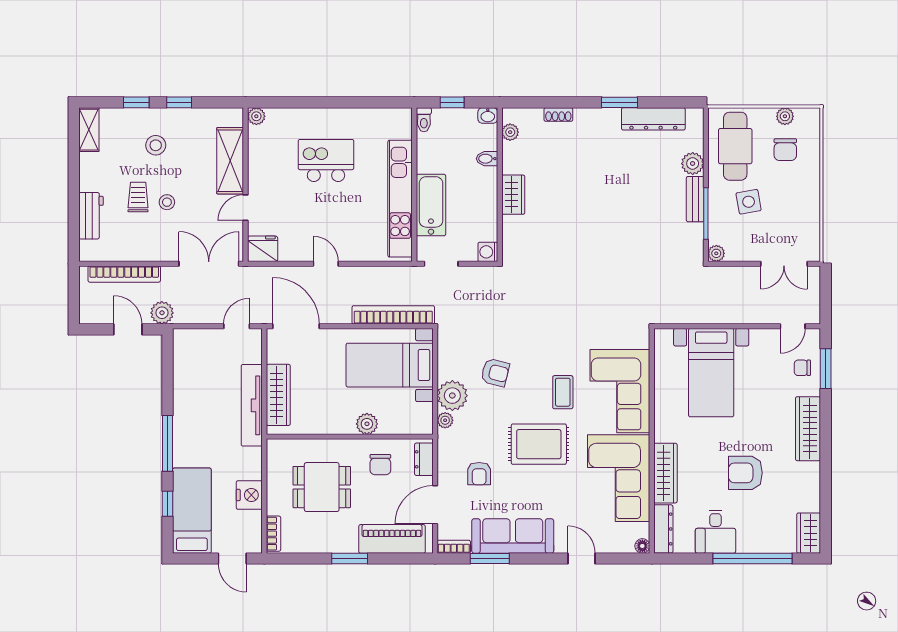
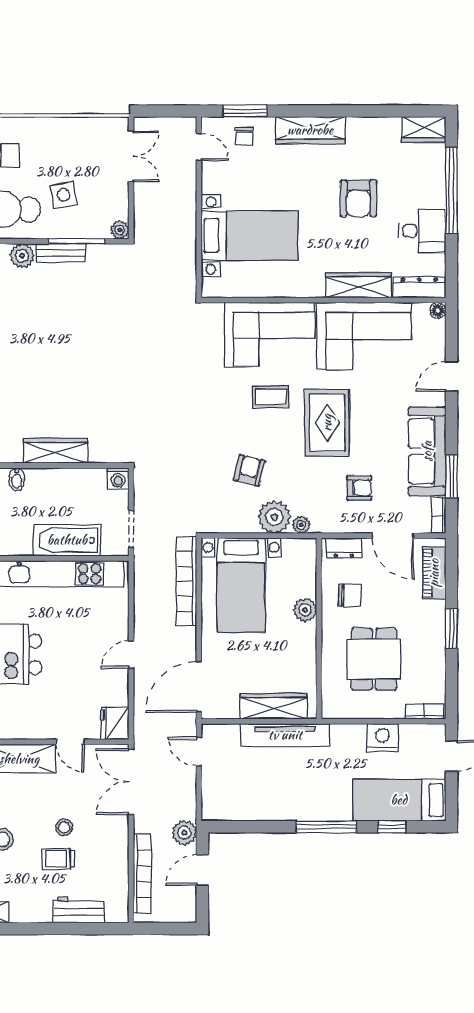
wardrobe: (513, 195) -> (56, 451), width x1.50
piano: (392, 539) -> (434, 573), width x0.73, depth x0.75

